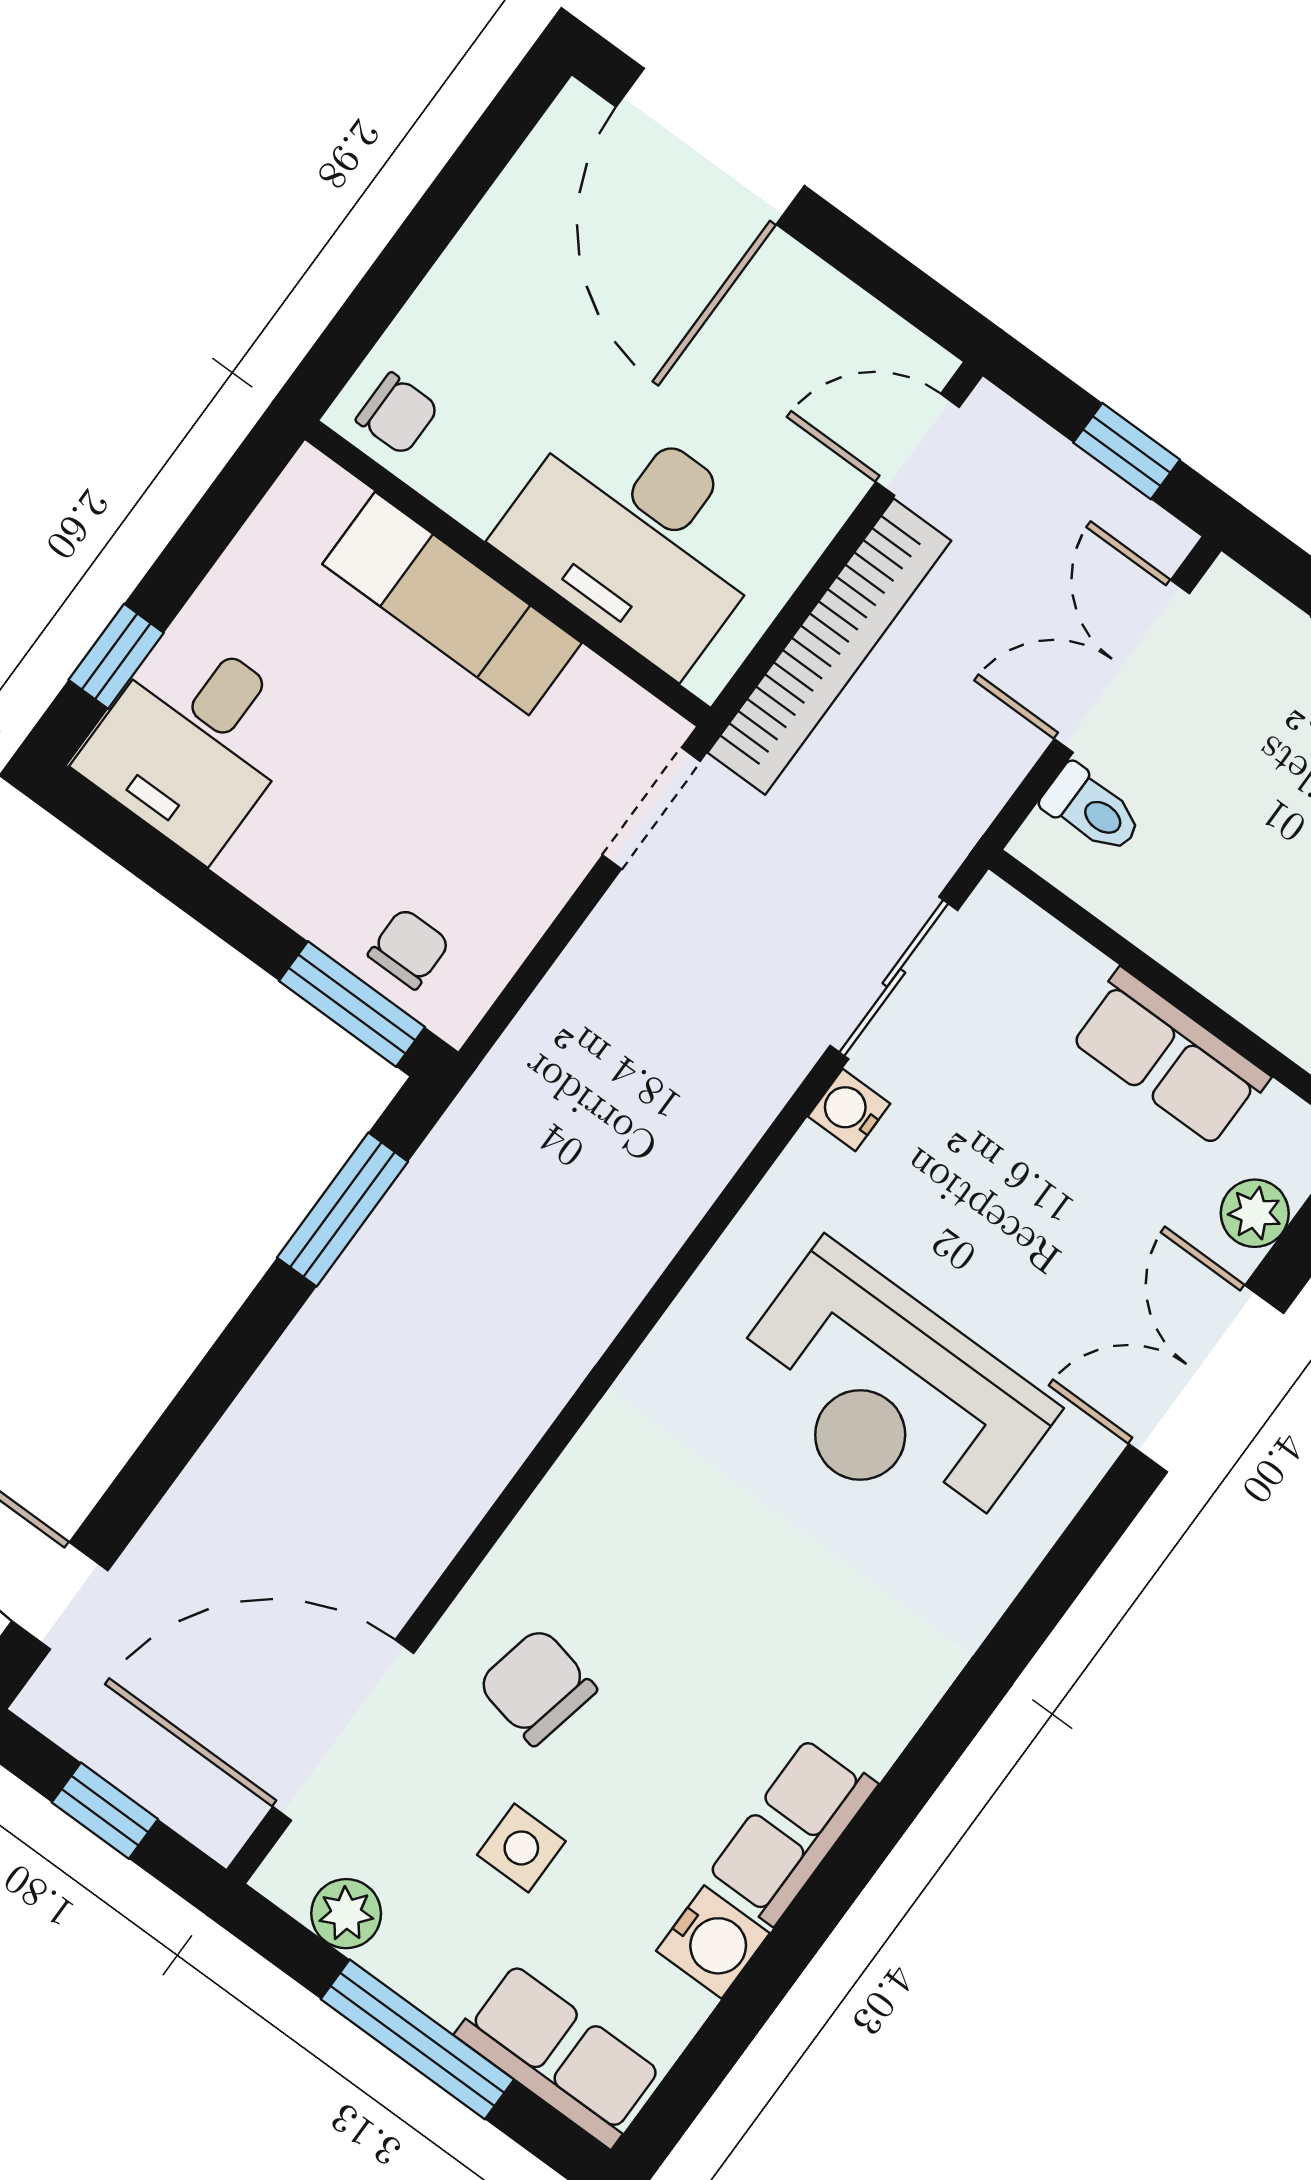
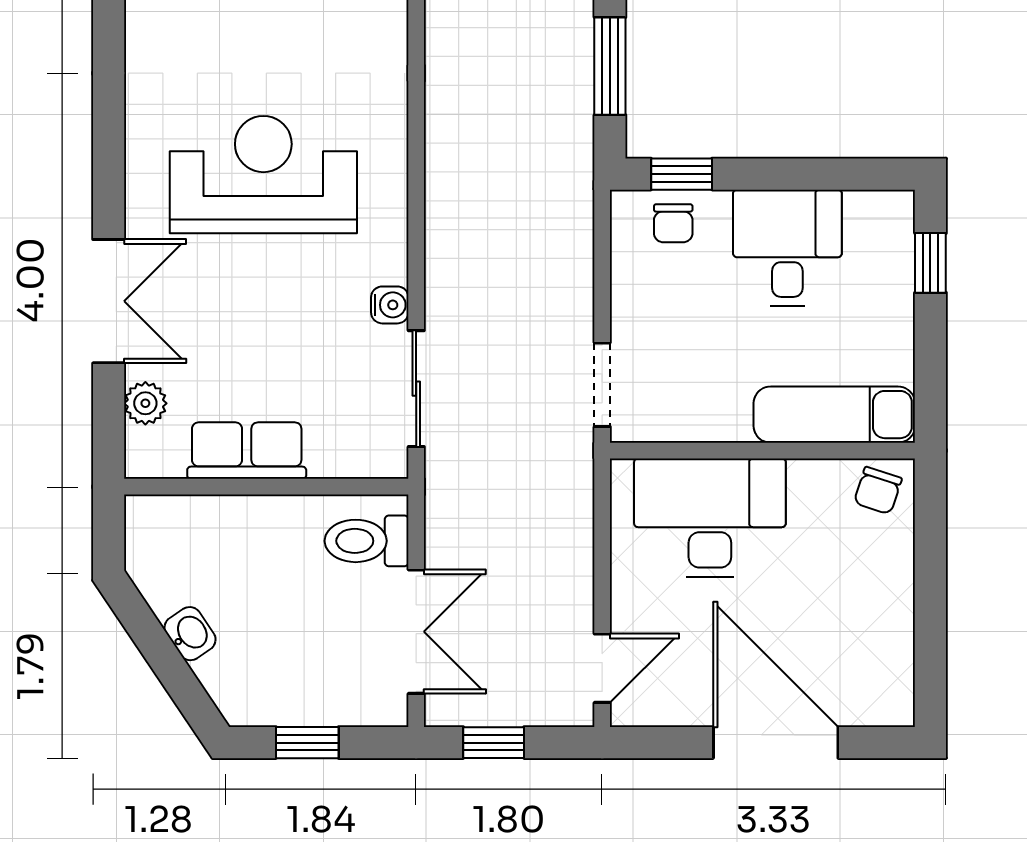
door: (710, 146) -> (776, 743), moved
chair: (397, 414) -> (878, 491), turned -72
exam couch: (452, 603) -> (834, 415), moved
bookcase: (829, 647) -> (572, 533), removed
desk: (193, 742) -> (787, 248), moved
toilet: (1092, 809) -> (367, 541), width x1.37, depth x1.39
window: (352, 1004) -> (682, 174), width x0.67

